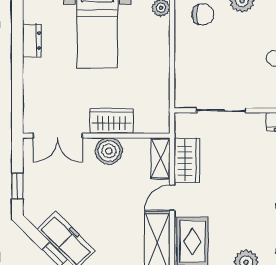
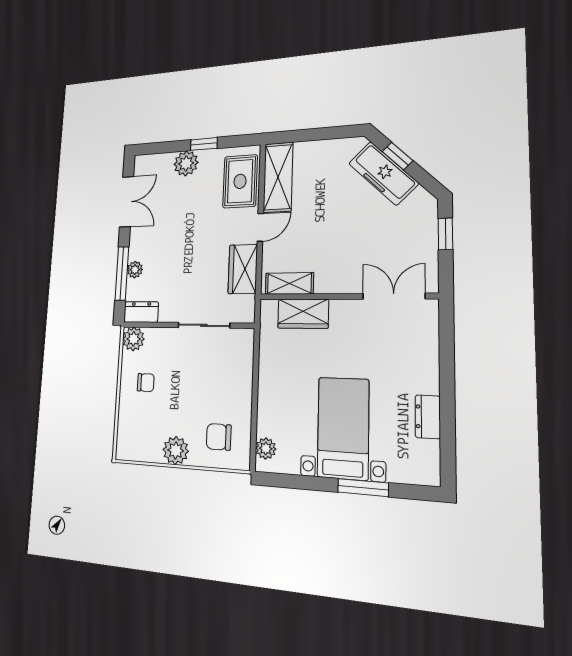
wardrobe: (111, 121) -> (303, 314), moved
boiler: (109, 151) -> (331, 278), removed
shelving: (161, 159) -> (289, 284), moved, turned 90

